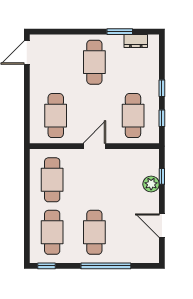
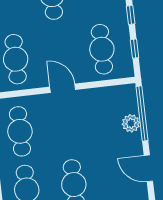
door: (94, 146) -> (63, 88), hinge flipped
window: (162, 176) -> (142, 113), width x3.17

